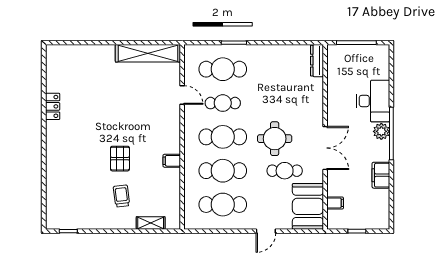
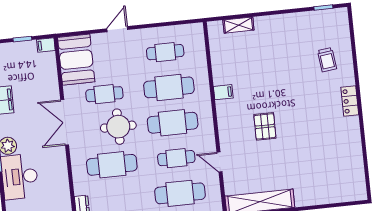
cafe table: (285, 103) -> (112, 165), added
locker: (53, 106) -> (350, 101), moved
pallet: (120, 159) -> (265, 126), moved
trolley: (121, 196) -> (327, 60), moved
filing cabinet: (335, 203) -> (46, 45), moved
cafe table: (223, 205) -> (165, 52), width x0.73, depth x0.74

